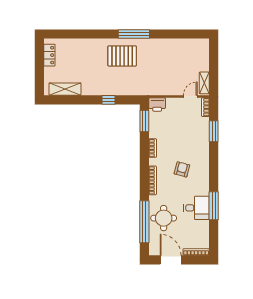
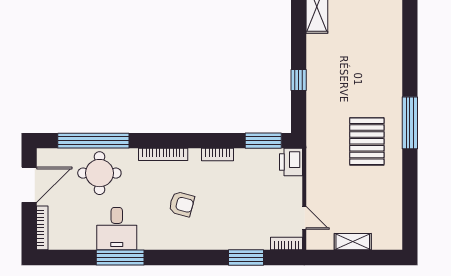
pallet: (122, 56) -> (367, 141), moved
shelving: (204, 83) -> (353, 242), moved

